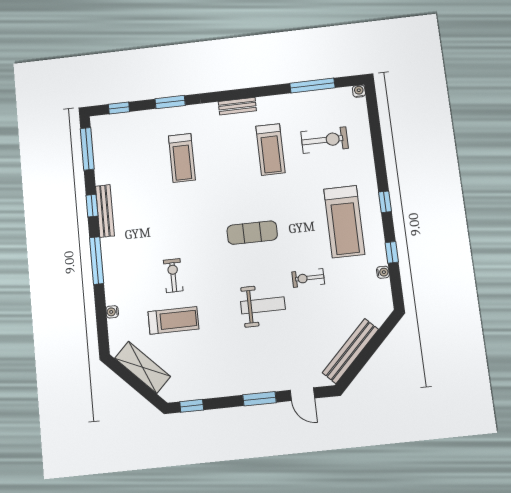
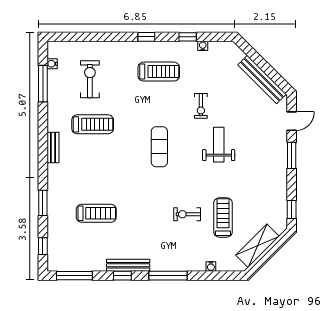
water cooler: (359, 91) -> (52, 64), moved
treadmill: (182, 158) -> (96, 213), moved
treadmill: (344, 222) -> (159, 72), width x0.73, depth x0.73

